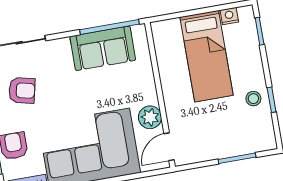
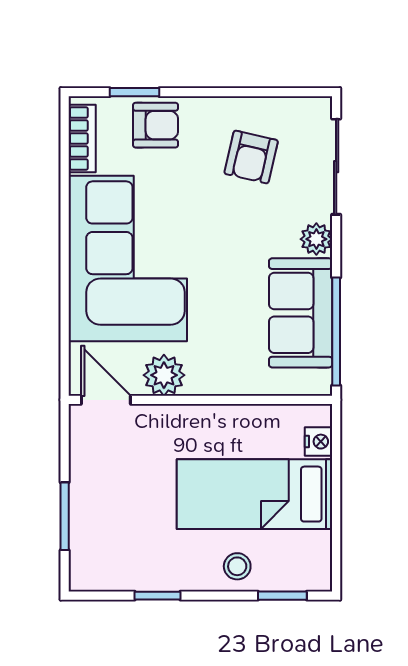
nightstand: (229, 16) -> (319, 442), moved
plant: (61, 47) -> (316, 239), added
stool: (253, 99) -> (237, 566), moved

